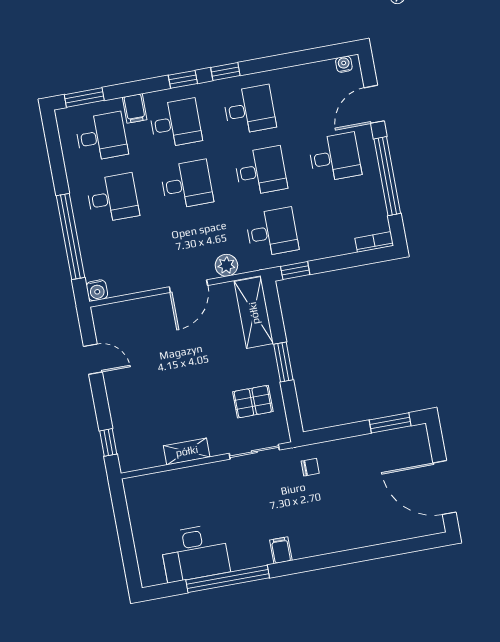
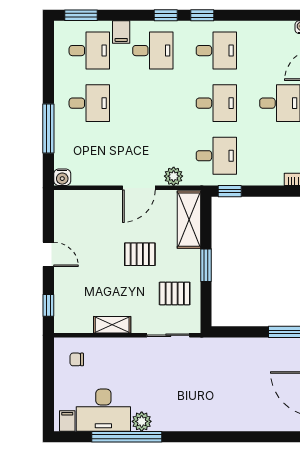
desk: (187, 185) -> (153, 103), removed
window: (70, 236) -> (48, 129), width x0.68
door: (93, 359) -> (48, 254), moved
pallet: (204, 363) -> (140, 254), added
chair: (310, 467) -> (77, 359), moved, turned 180
filing cabinet: (281, 550) -> (67, 421), moved
plant: (242, 558) -> (142, 421), added

